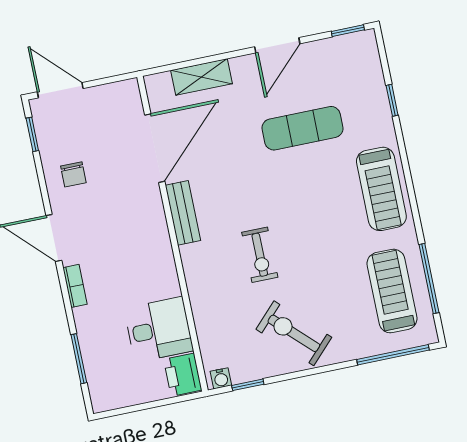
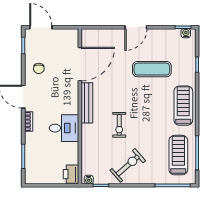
water cooler: (356, 41) -> (186, 33), added
door: (277, 45) -> (136, 27), moved
shelving: (201, 77) -> (109, 35), removed
treadmill: (381, 189) -> (183, 106), turned 180
bench: (183, 213) -> (87, 103), width x1.36
desk: (159, 329) -> (64, 128), moved
exercise bike: (294, 333) -> (128, 165), turned 95

